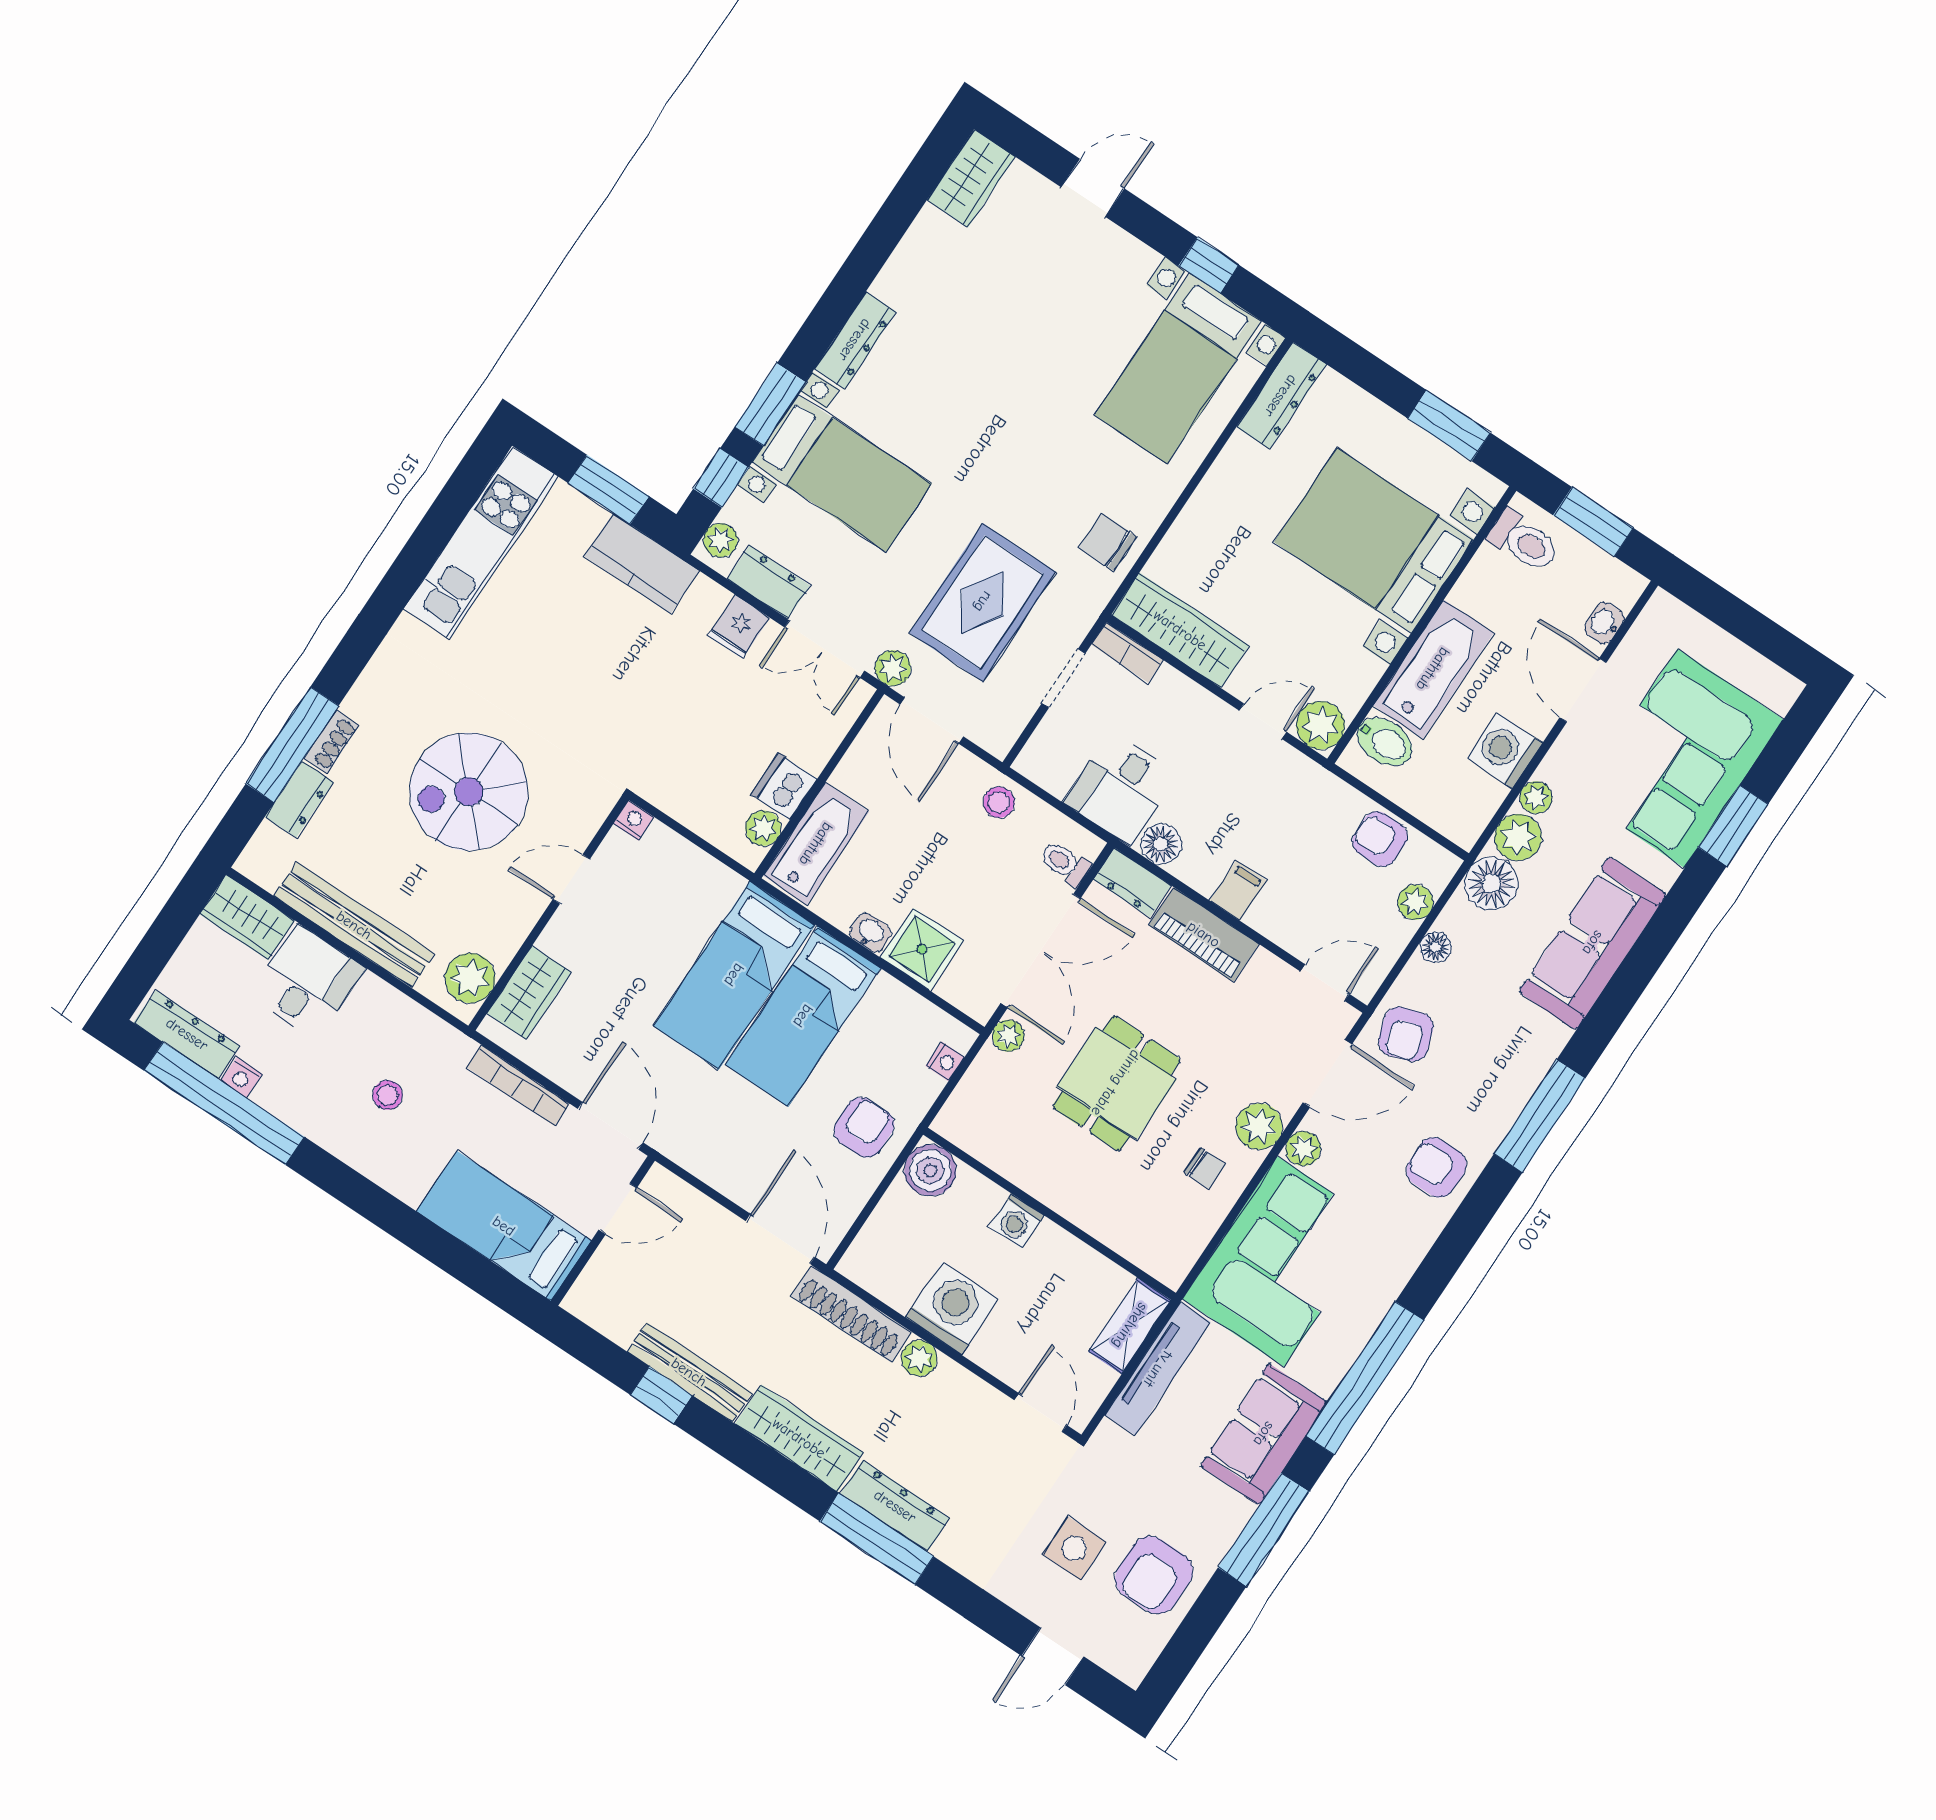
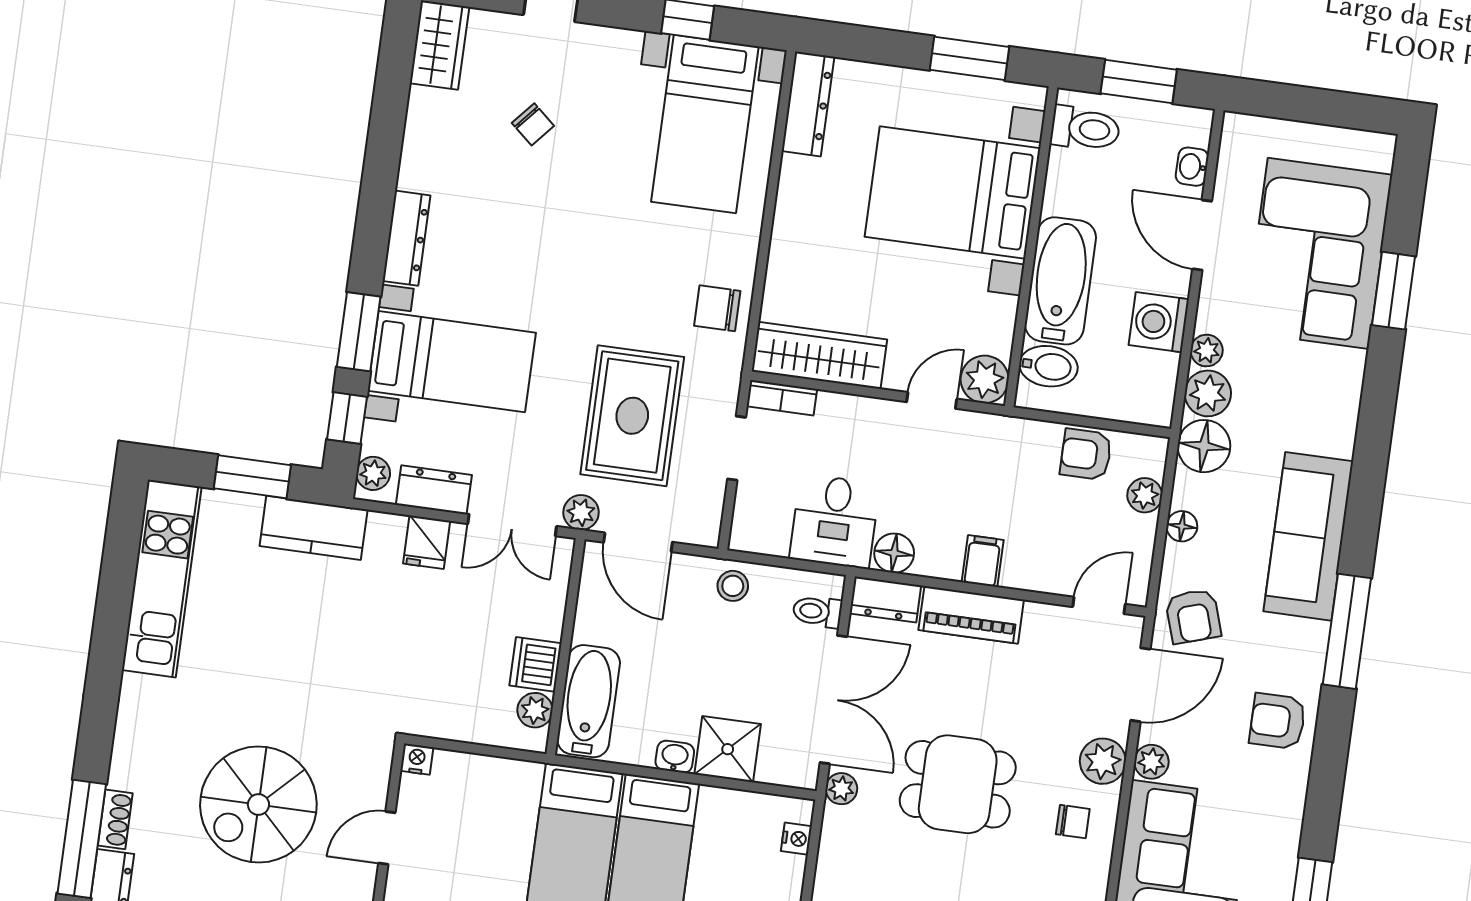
chair: (1021, 292) -> (533, 124), added
sofa: (1593, 943) -> (1308, 536), moved
dining table: (1116, 1083) -> (958, 784), turned 90

